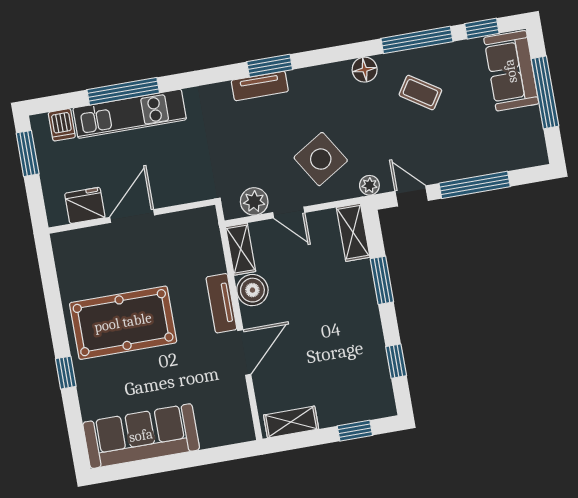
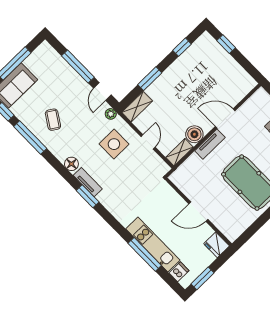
floor lamp: (365, 70) -> (71, 164), moved
tv unit: (260, 86) -> (88, 182), moved
side table: (321, 159) -> (114, 144), turned 32
plant: (254, 201) -> (154, 161), removed
fridge: (85, 205) -> (217, 245), moved
shelving: (291, 422) -> (242, 76), removed

